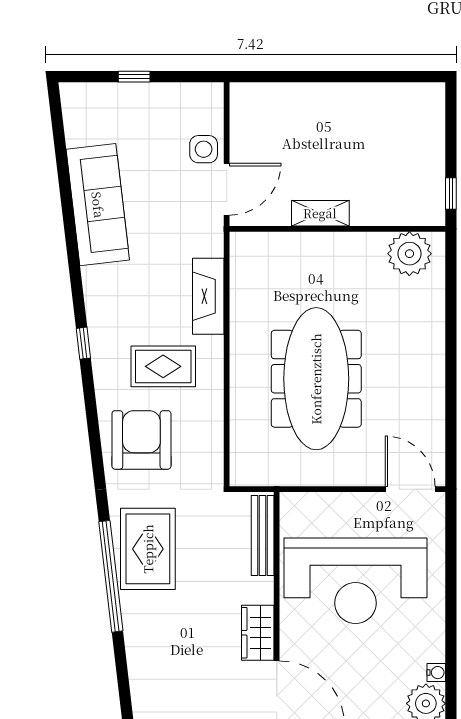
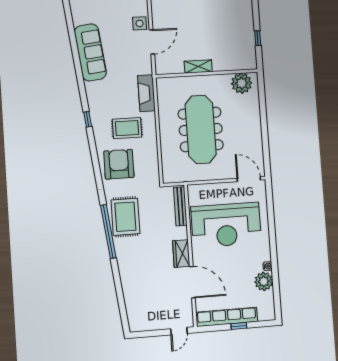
shelving: (320, 213) -> (198, 66), moved
wall: (337, 229) -> (207, 73), moved
plant: (409, 254) -> (242, 83), moved

